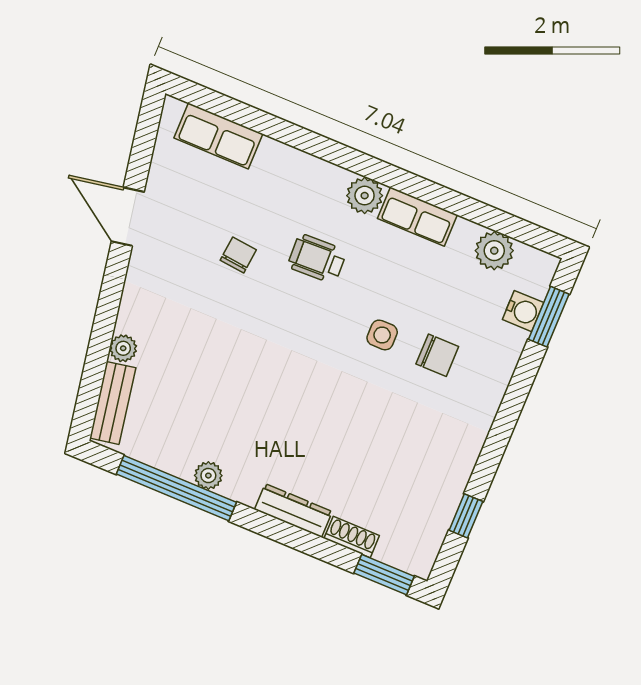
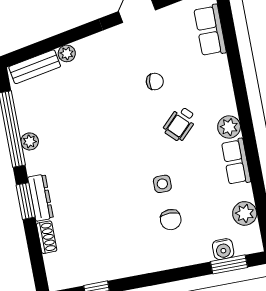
wheelchair: (317, 259) -> (180, 124), turned -133
window: (384, 575) -> (26, 201), moved

